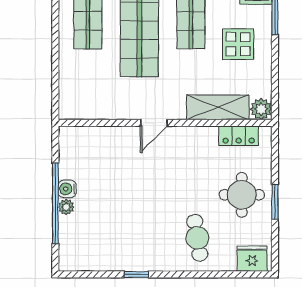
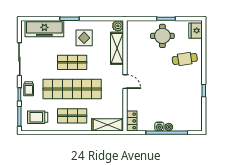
shelving: (70, 89) -> (108, 125), added
locker: (239, 136) -> (132, 121), moved

